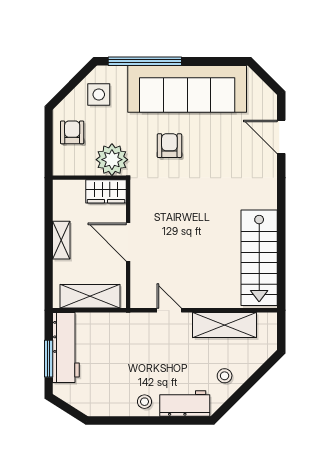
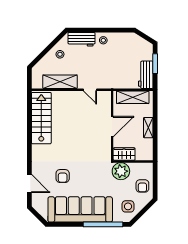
armchair: (169, 146) -> (63, 176), moved
door: (128, 242) -> (112, 127), hinge flipped
workbench: (66, 347) -> (146, 75), width x0.73

